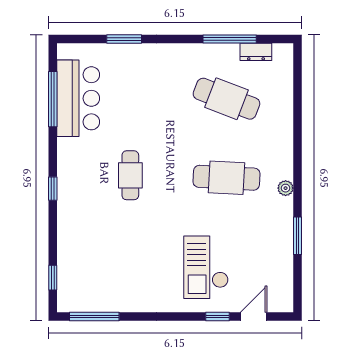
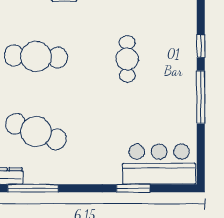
bar counter: (78, 98) -> (159, 164), moved, turned 90
window: (53, 99) -> (201, 97), moved

